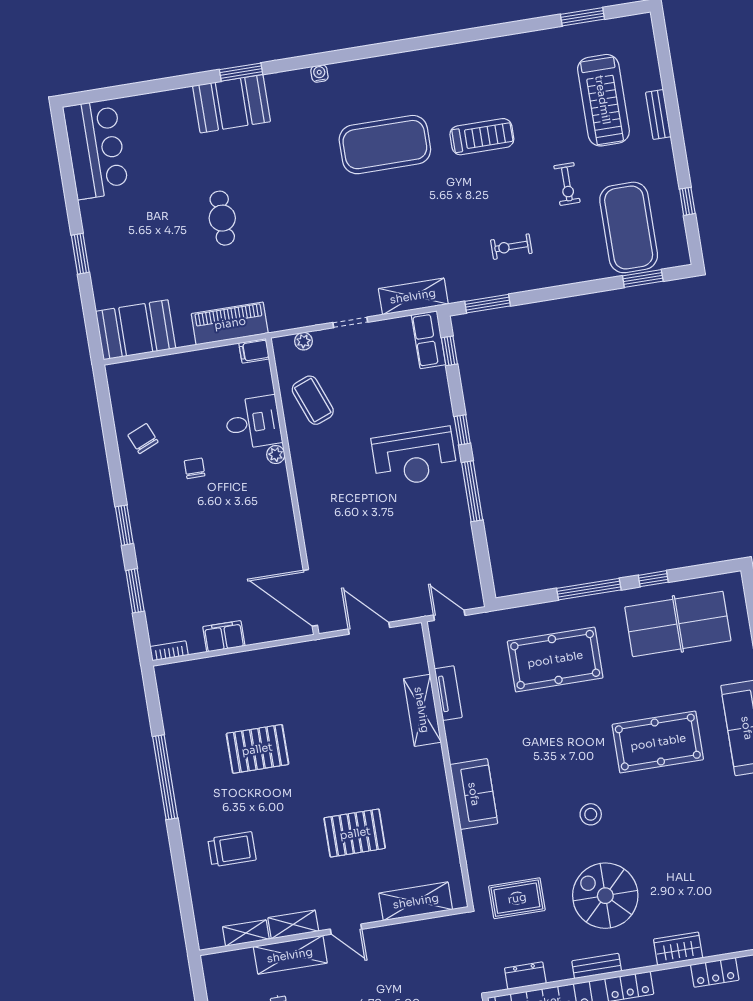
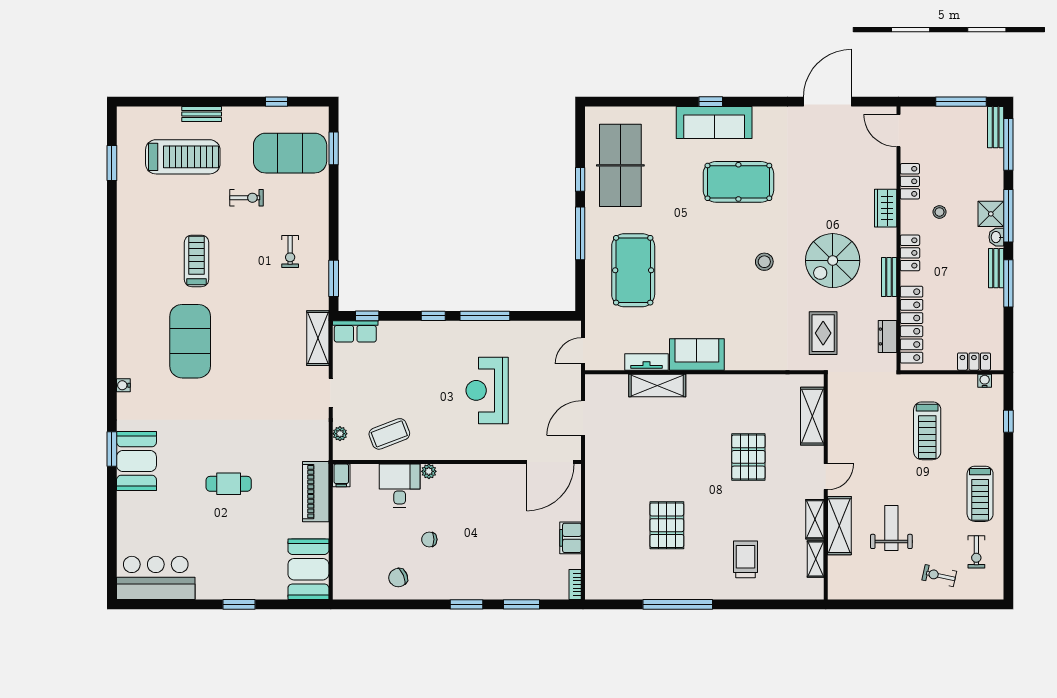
reception desk: (414, 457) -> (487, 390), moved, turned 180
pool table: (658, 742) -> (738, 182), moved, turned 90
sofa: (474, 794) -> (697, 354), moved

